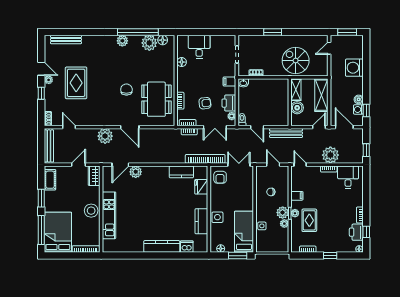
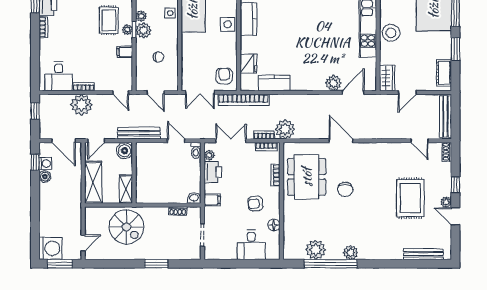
floor lamp: (163, 40) -> (298, 253), removed
washing machine: (354, 68) -> (50, 248), moved
armchair: (205, 103) -> (255, 204), moved
boiler: (297, 108) -> (124, 151), moved
plant: (105, 136) -> (285, 129), moved

